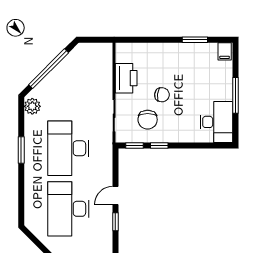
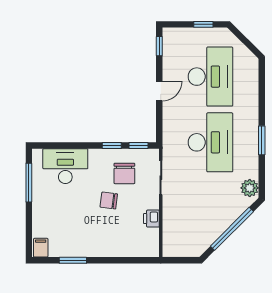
printer: (126, 78) -> (151, 219), width x0.53, depth x0.68
window: (235, 95) -> (29, 183), moved
chair: (148, 120) -> (124, 173), turned 180
desk: (216, 122) -> (65, 166), moved, turned 90
window: (115, 222) -> (159, 46), moved

